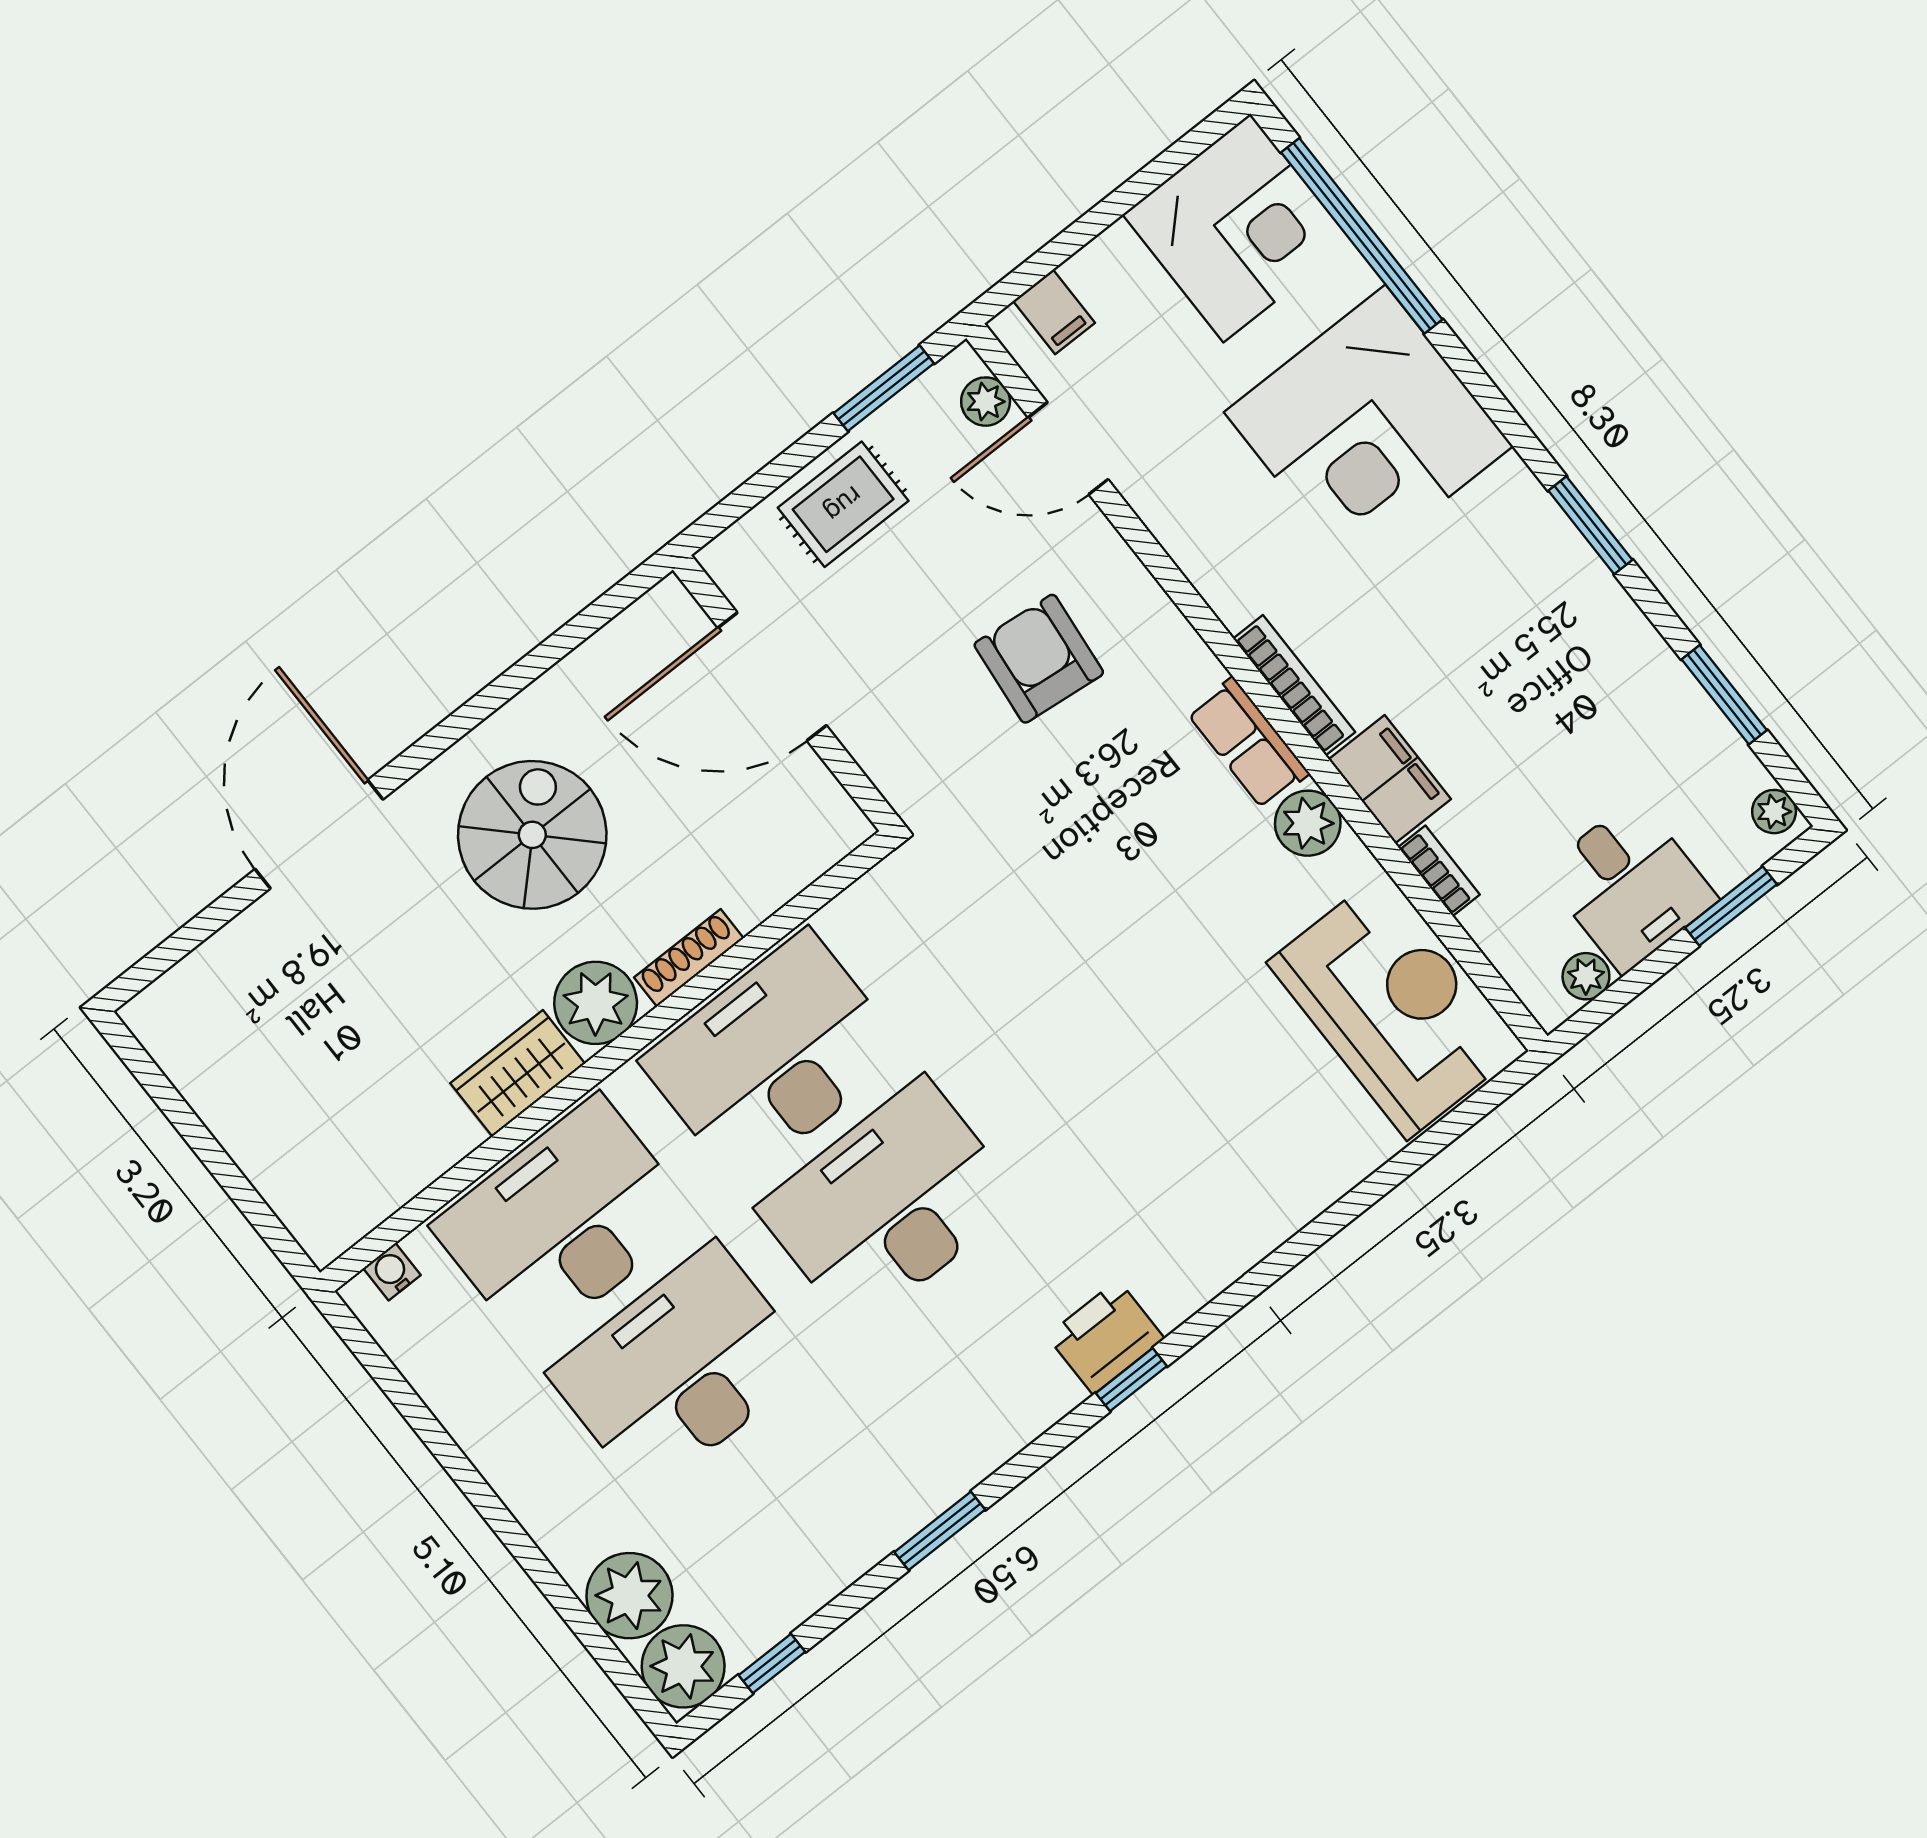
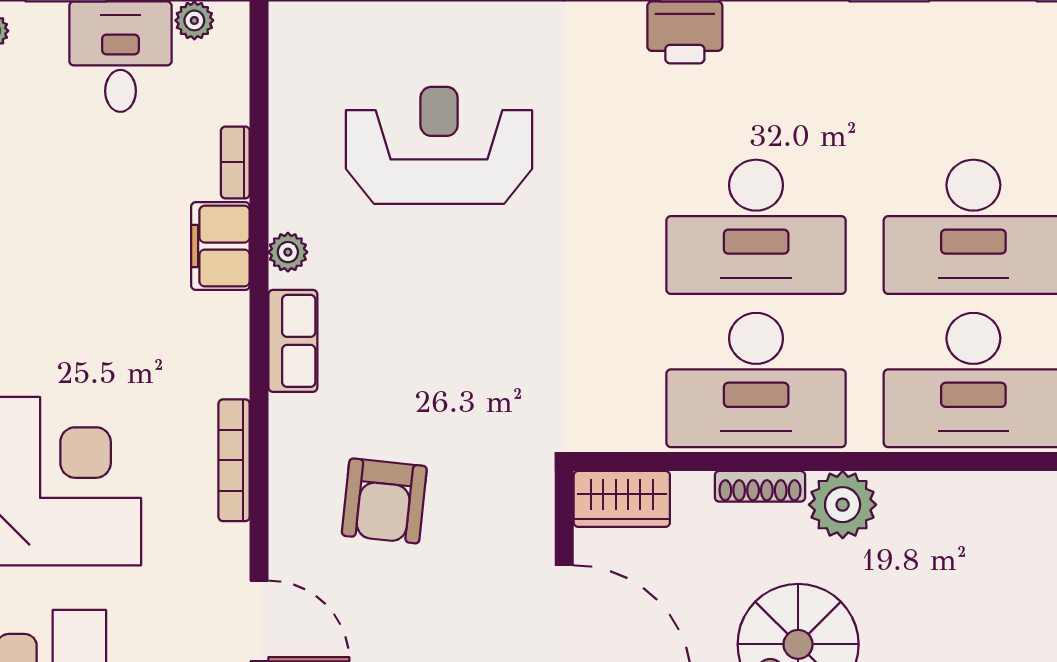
bookcase: (1294, 685) -> (234, 460), moved
plant: (1308, 823) -> (288, 252), width x0.73, depth x0.73
reception desk: (1392, 1007) -> (439, 145), moved, turned 90
wardrobe: (518, 1073) -> (622, 499), moved

